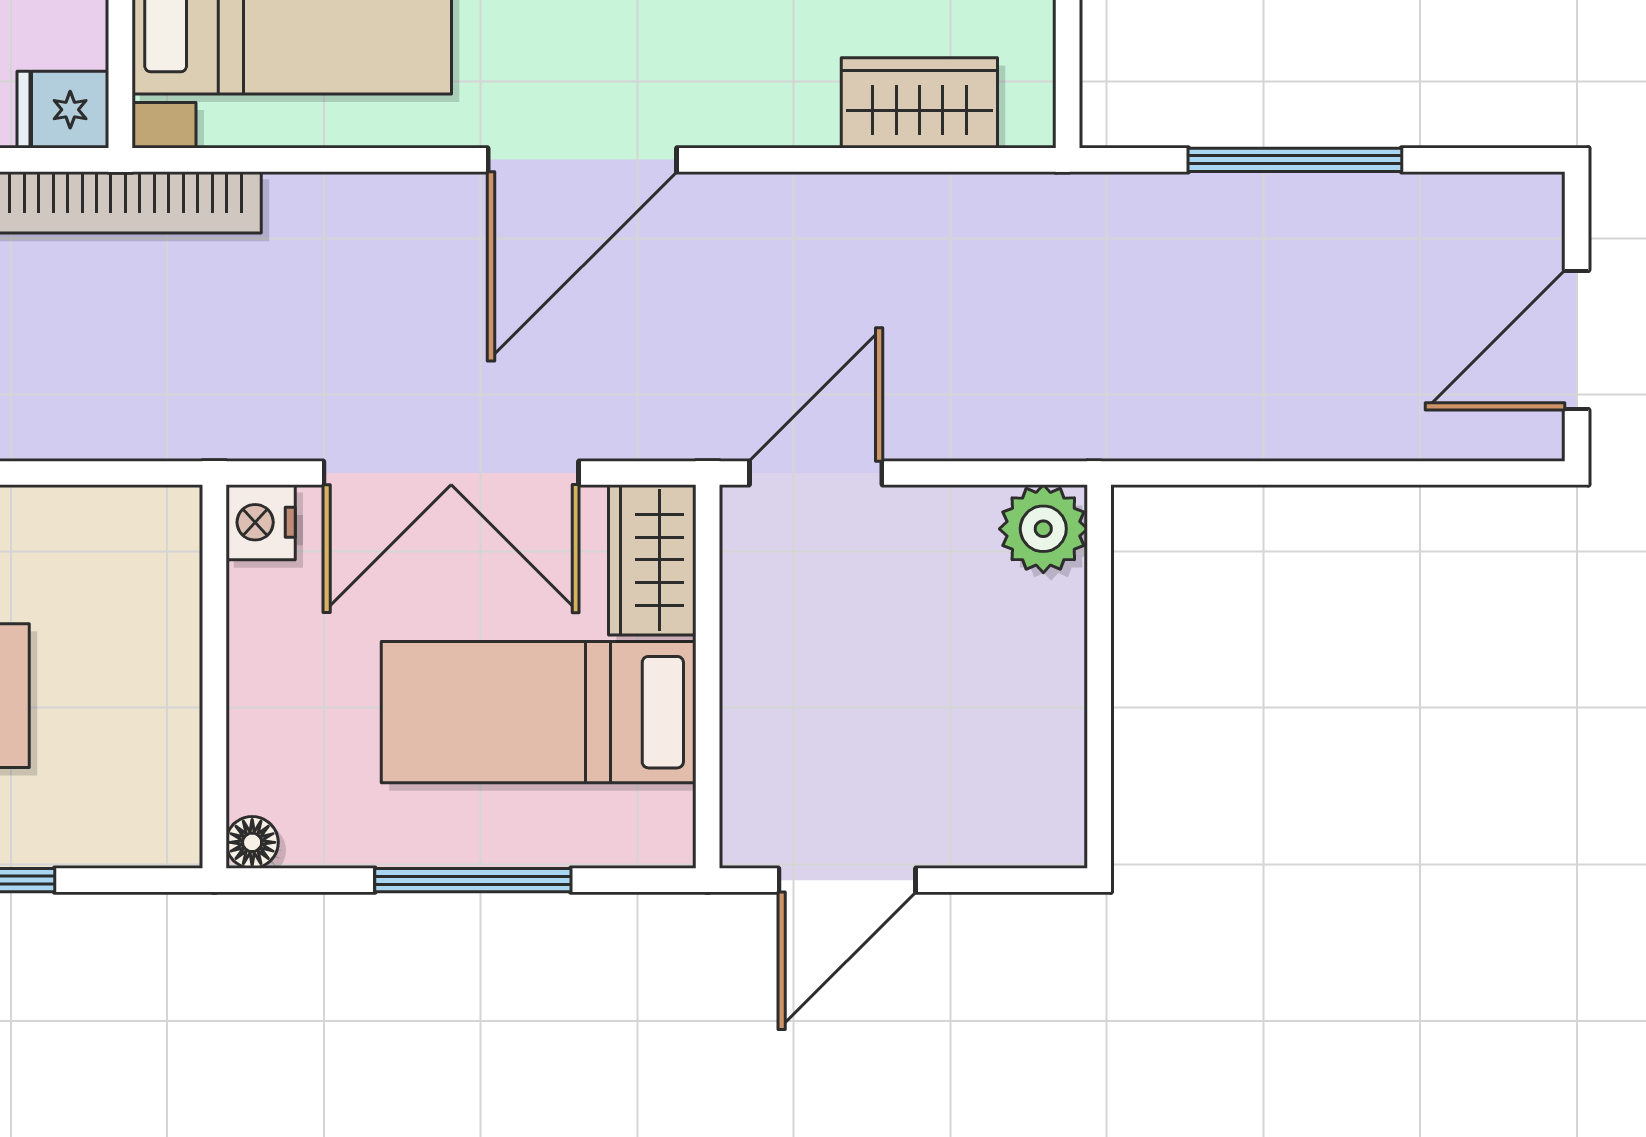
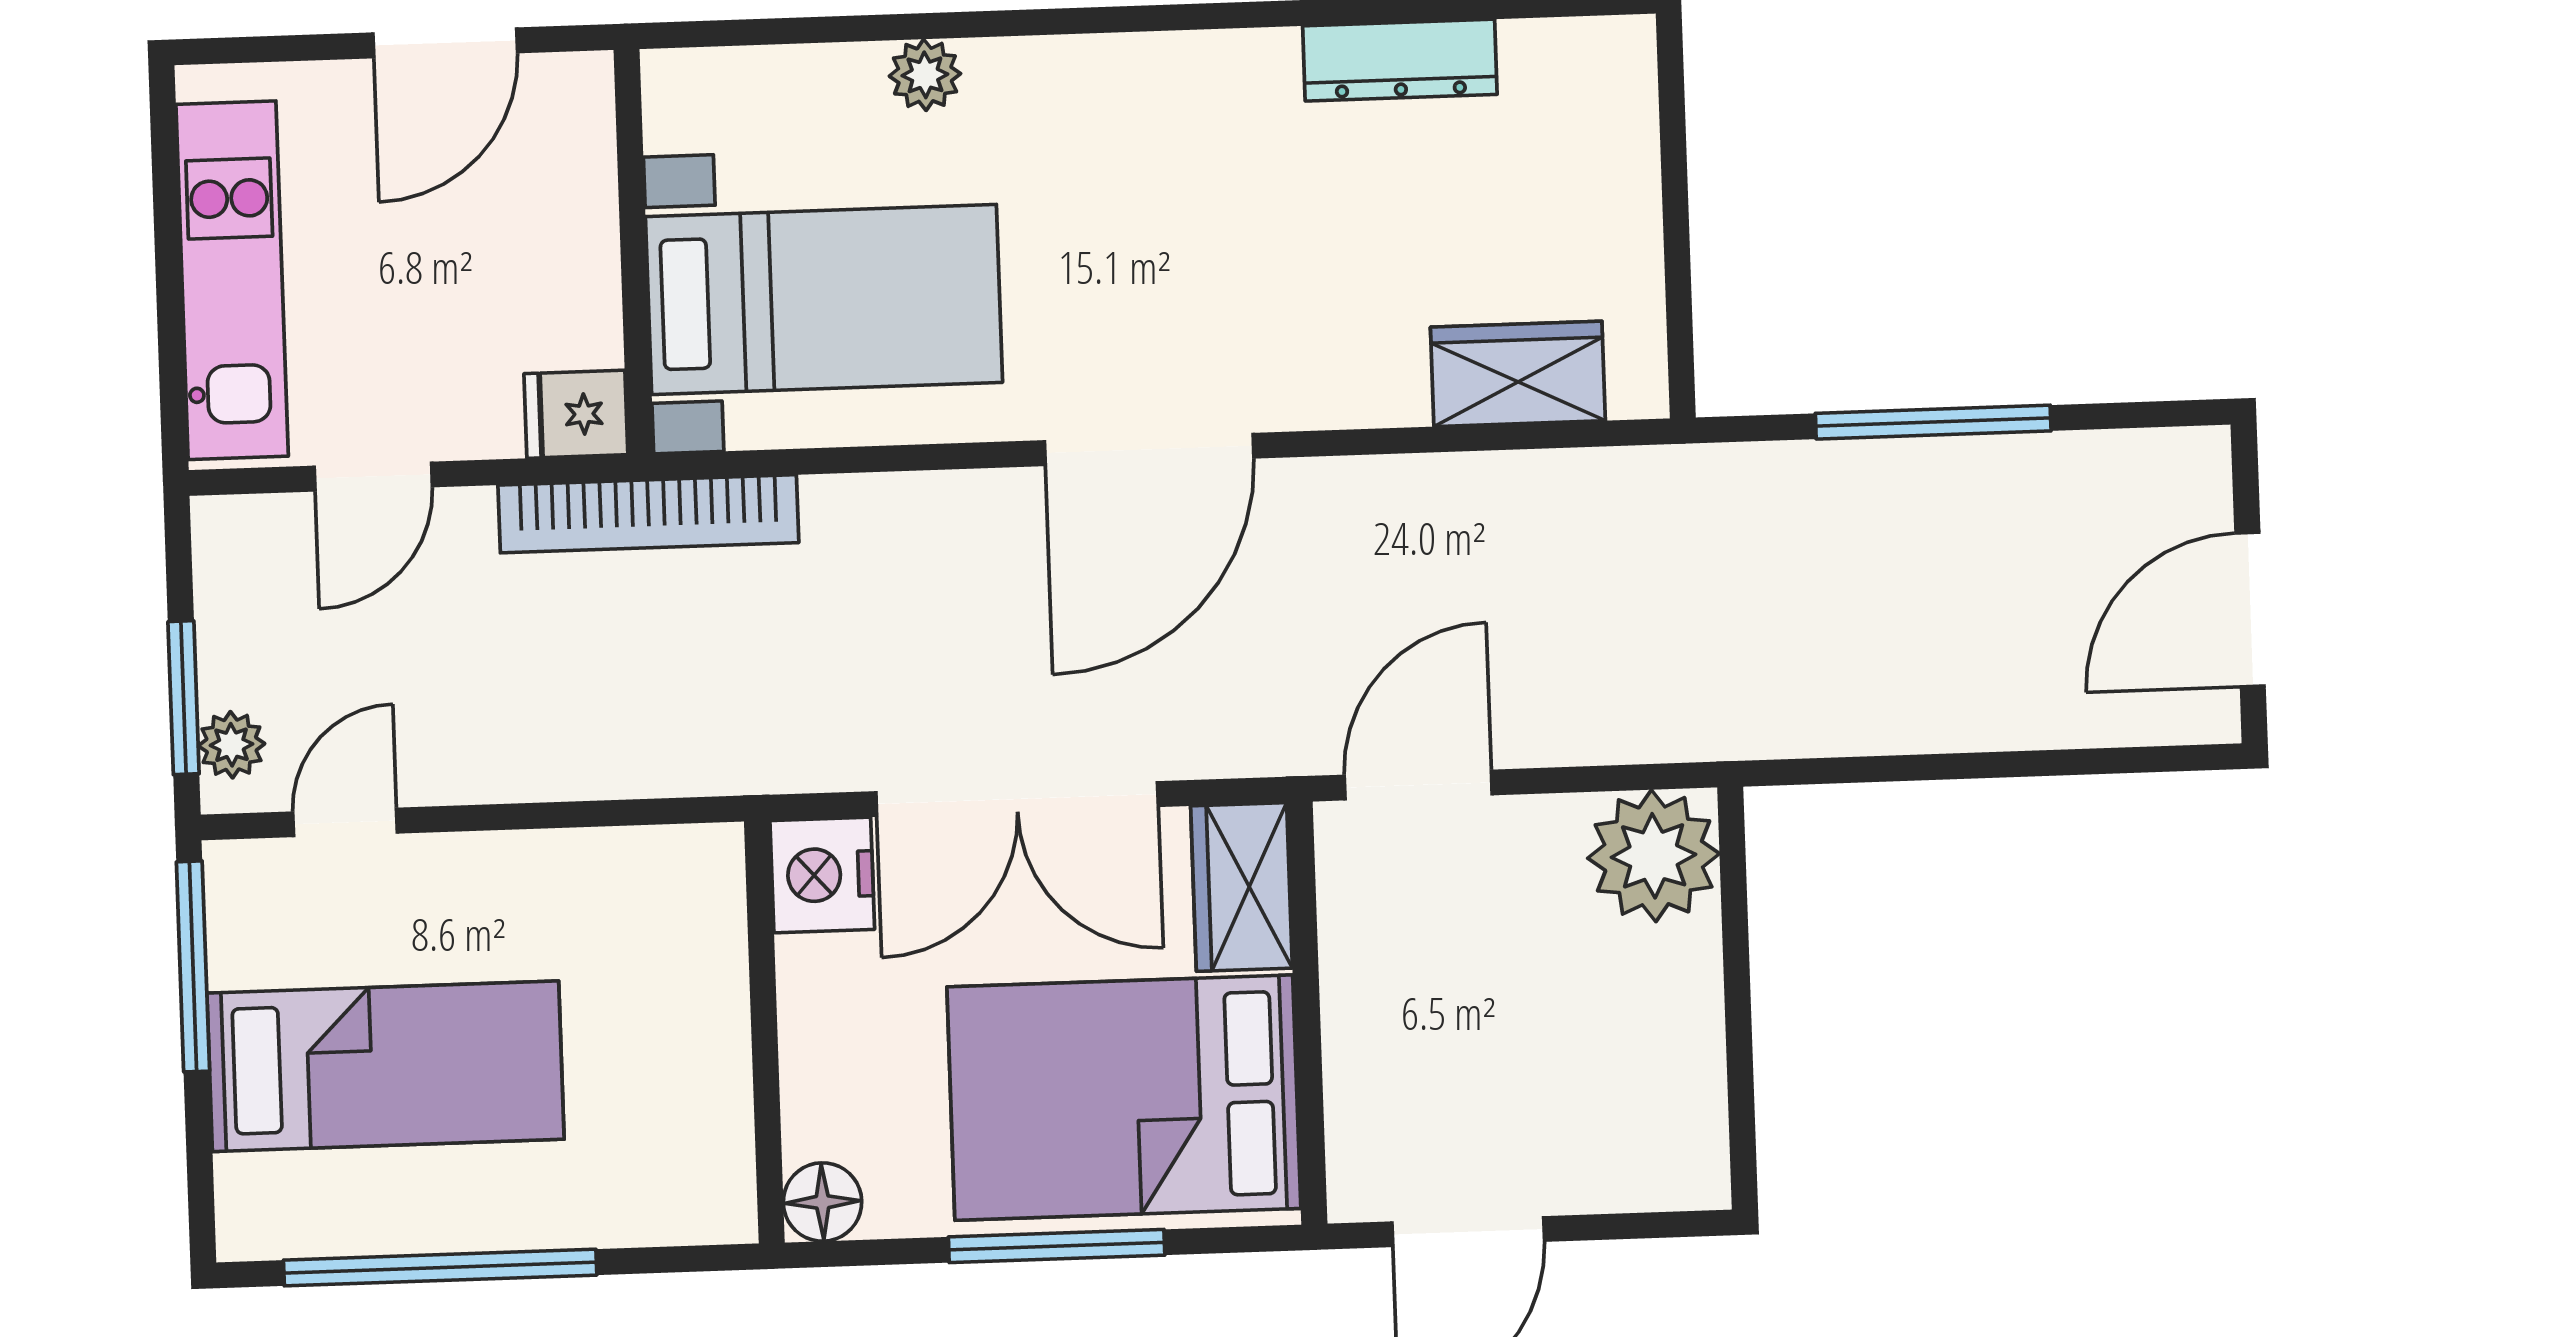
nightstand: (261, 522) -> (822, 875), width x1.36, depth x1.33
plant: (1043, 529) -> (1654, 856), width x1.36, depth x1.36
bed: (539, 712) -> (1124, 1098), width x1.50
floor lamp: (252, 842) -> (823, 1202), width x1.37, depth x1.37

